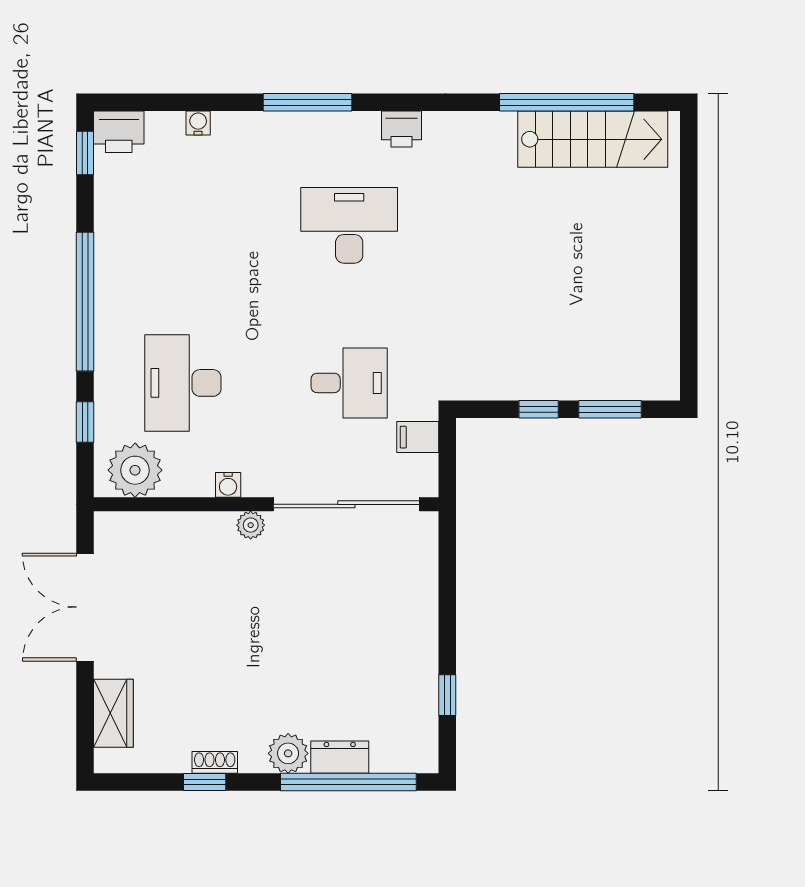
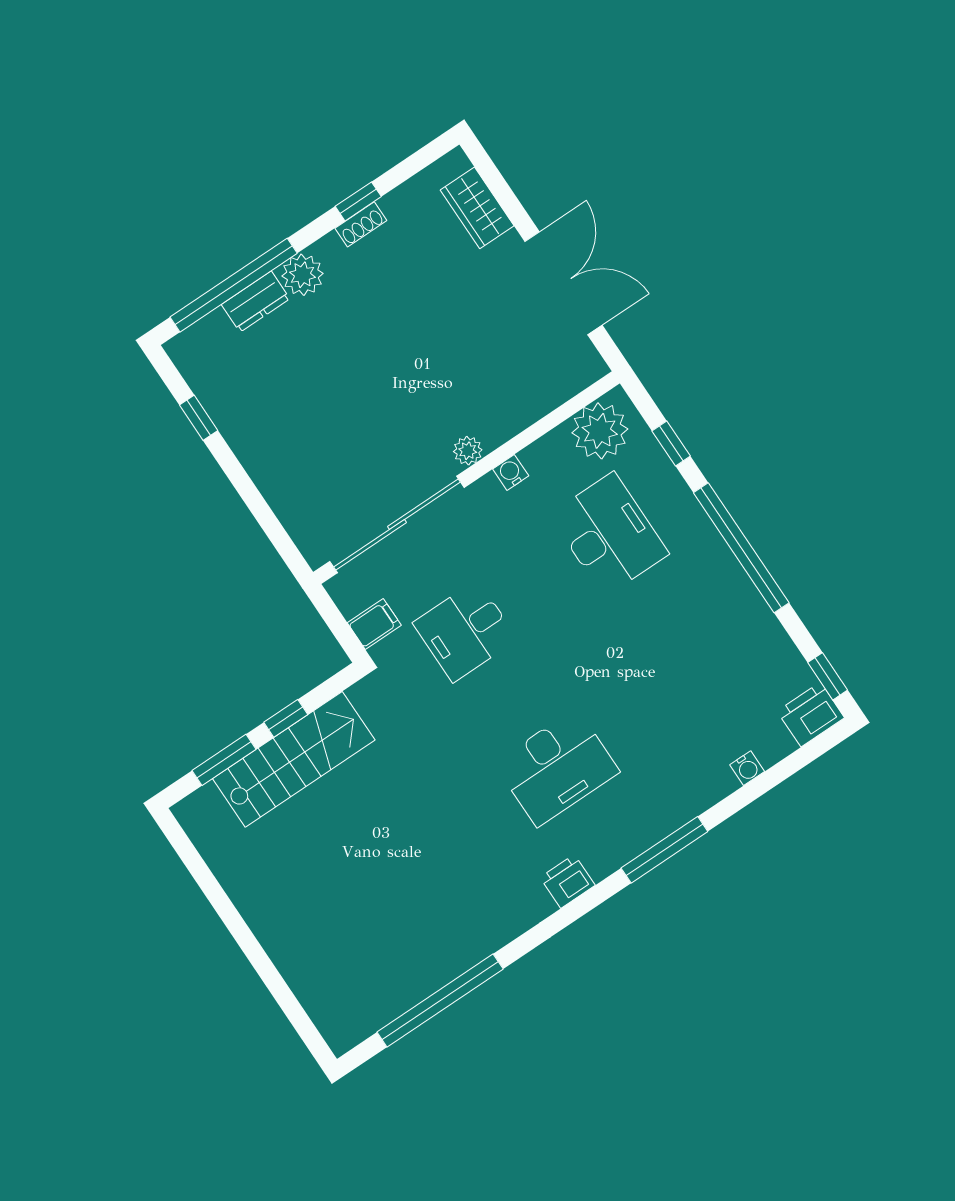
stairs: (593, 139) -> (294, 759), moved, turned 180

